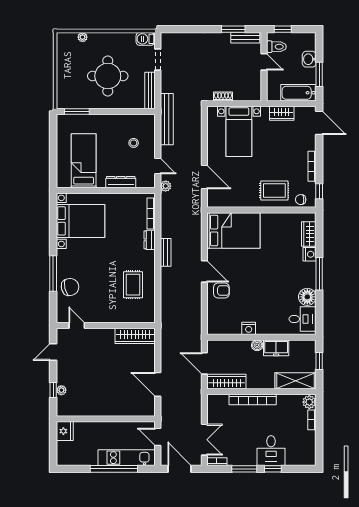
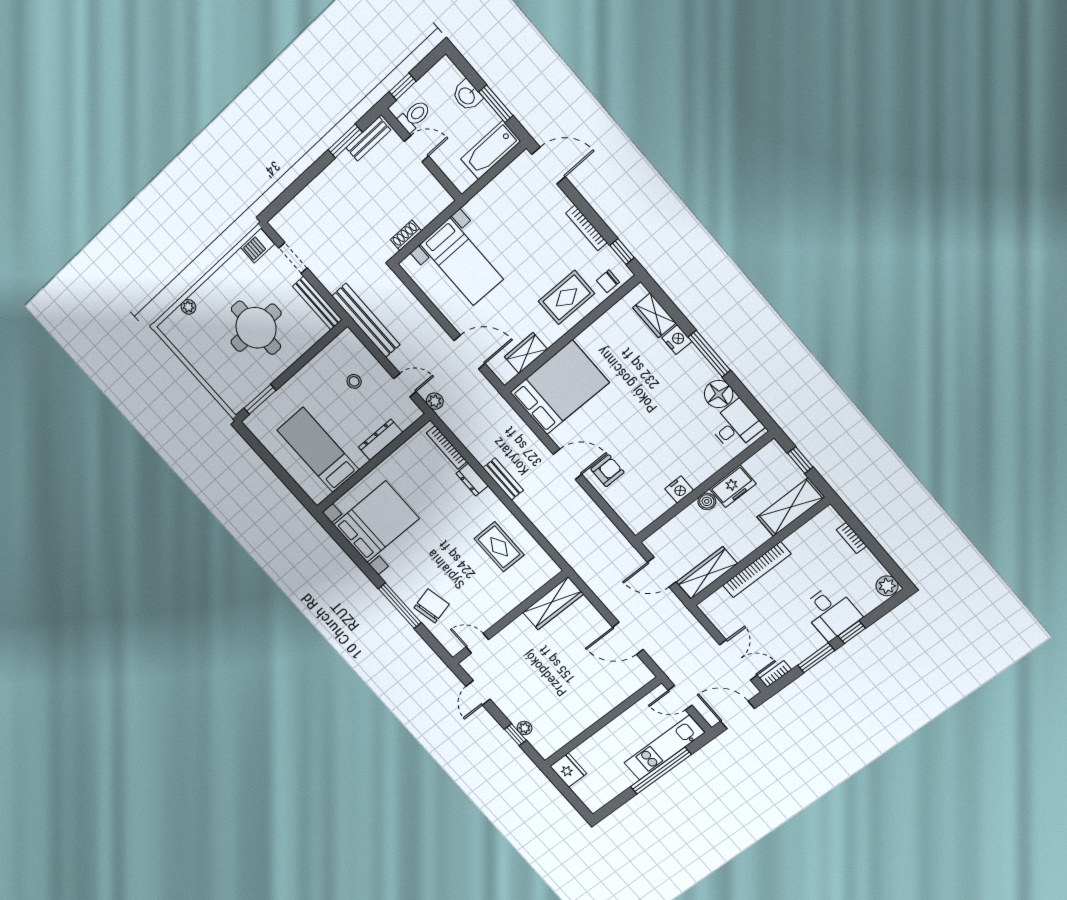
wardrobe: (282, 113) -> (526, 353), moved, turned 180
plant: (309, 402) -> (887, 586), moved

